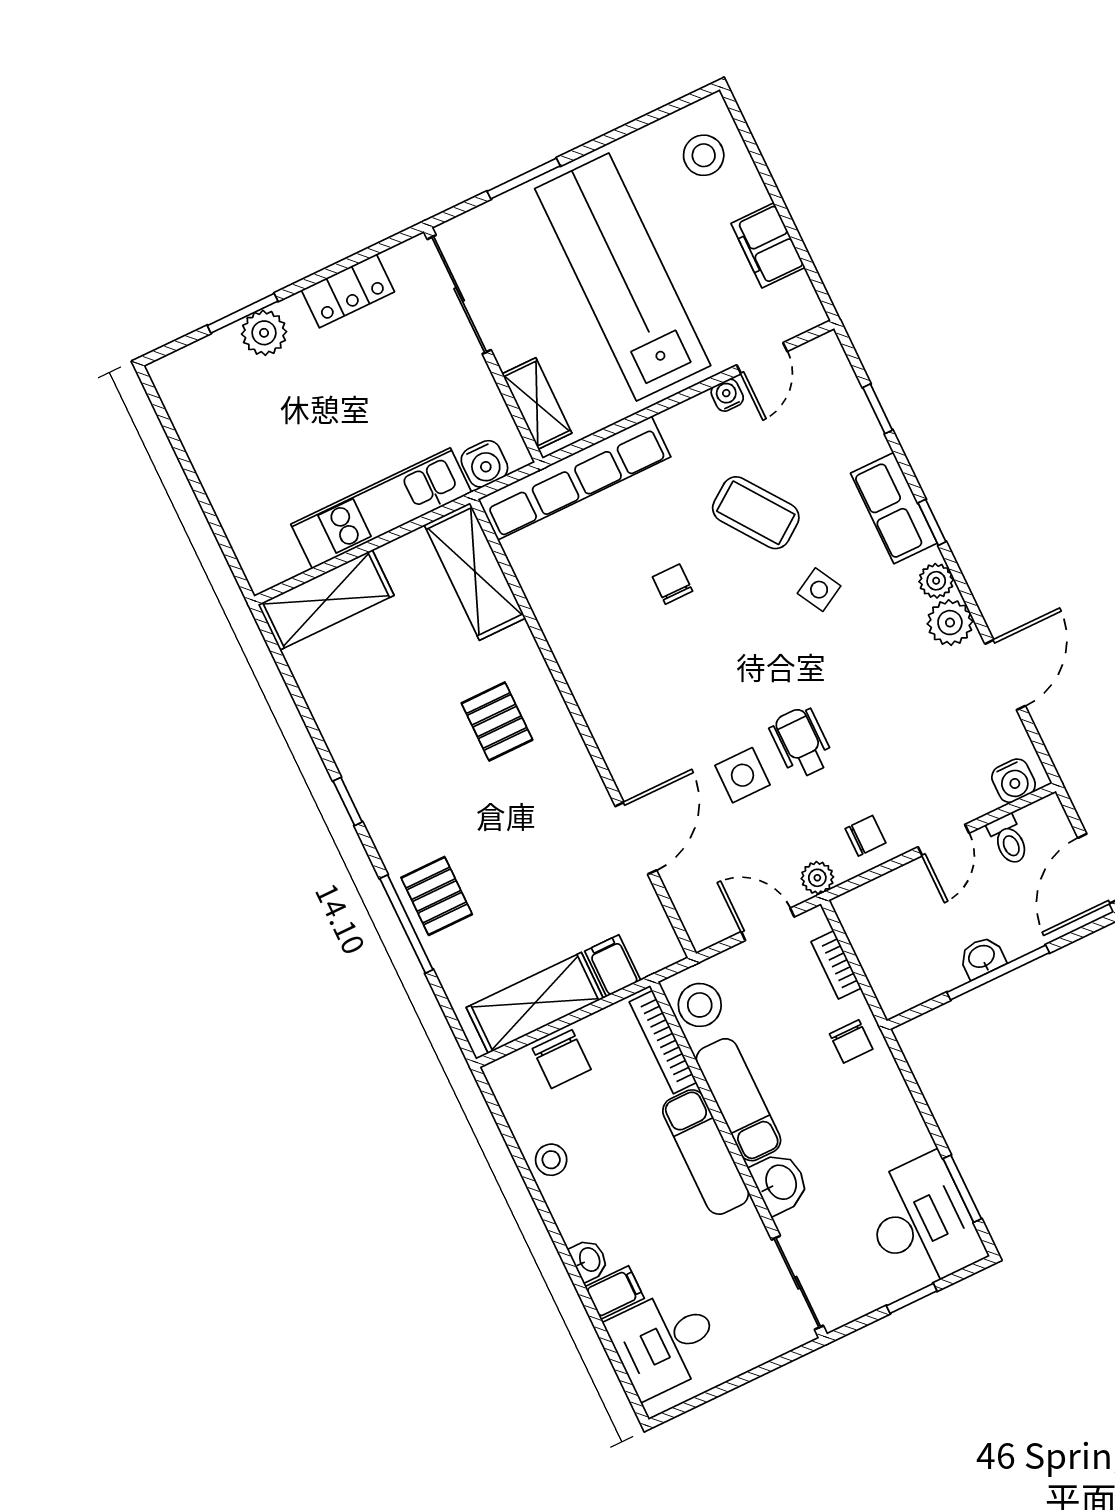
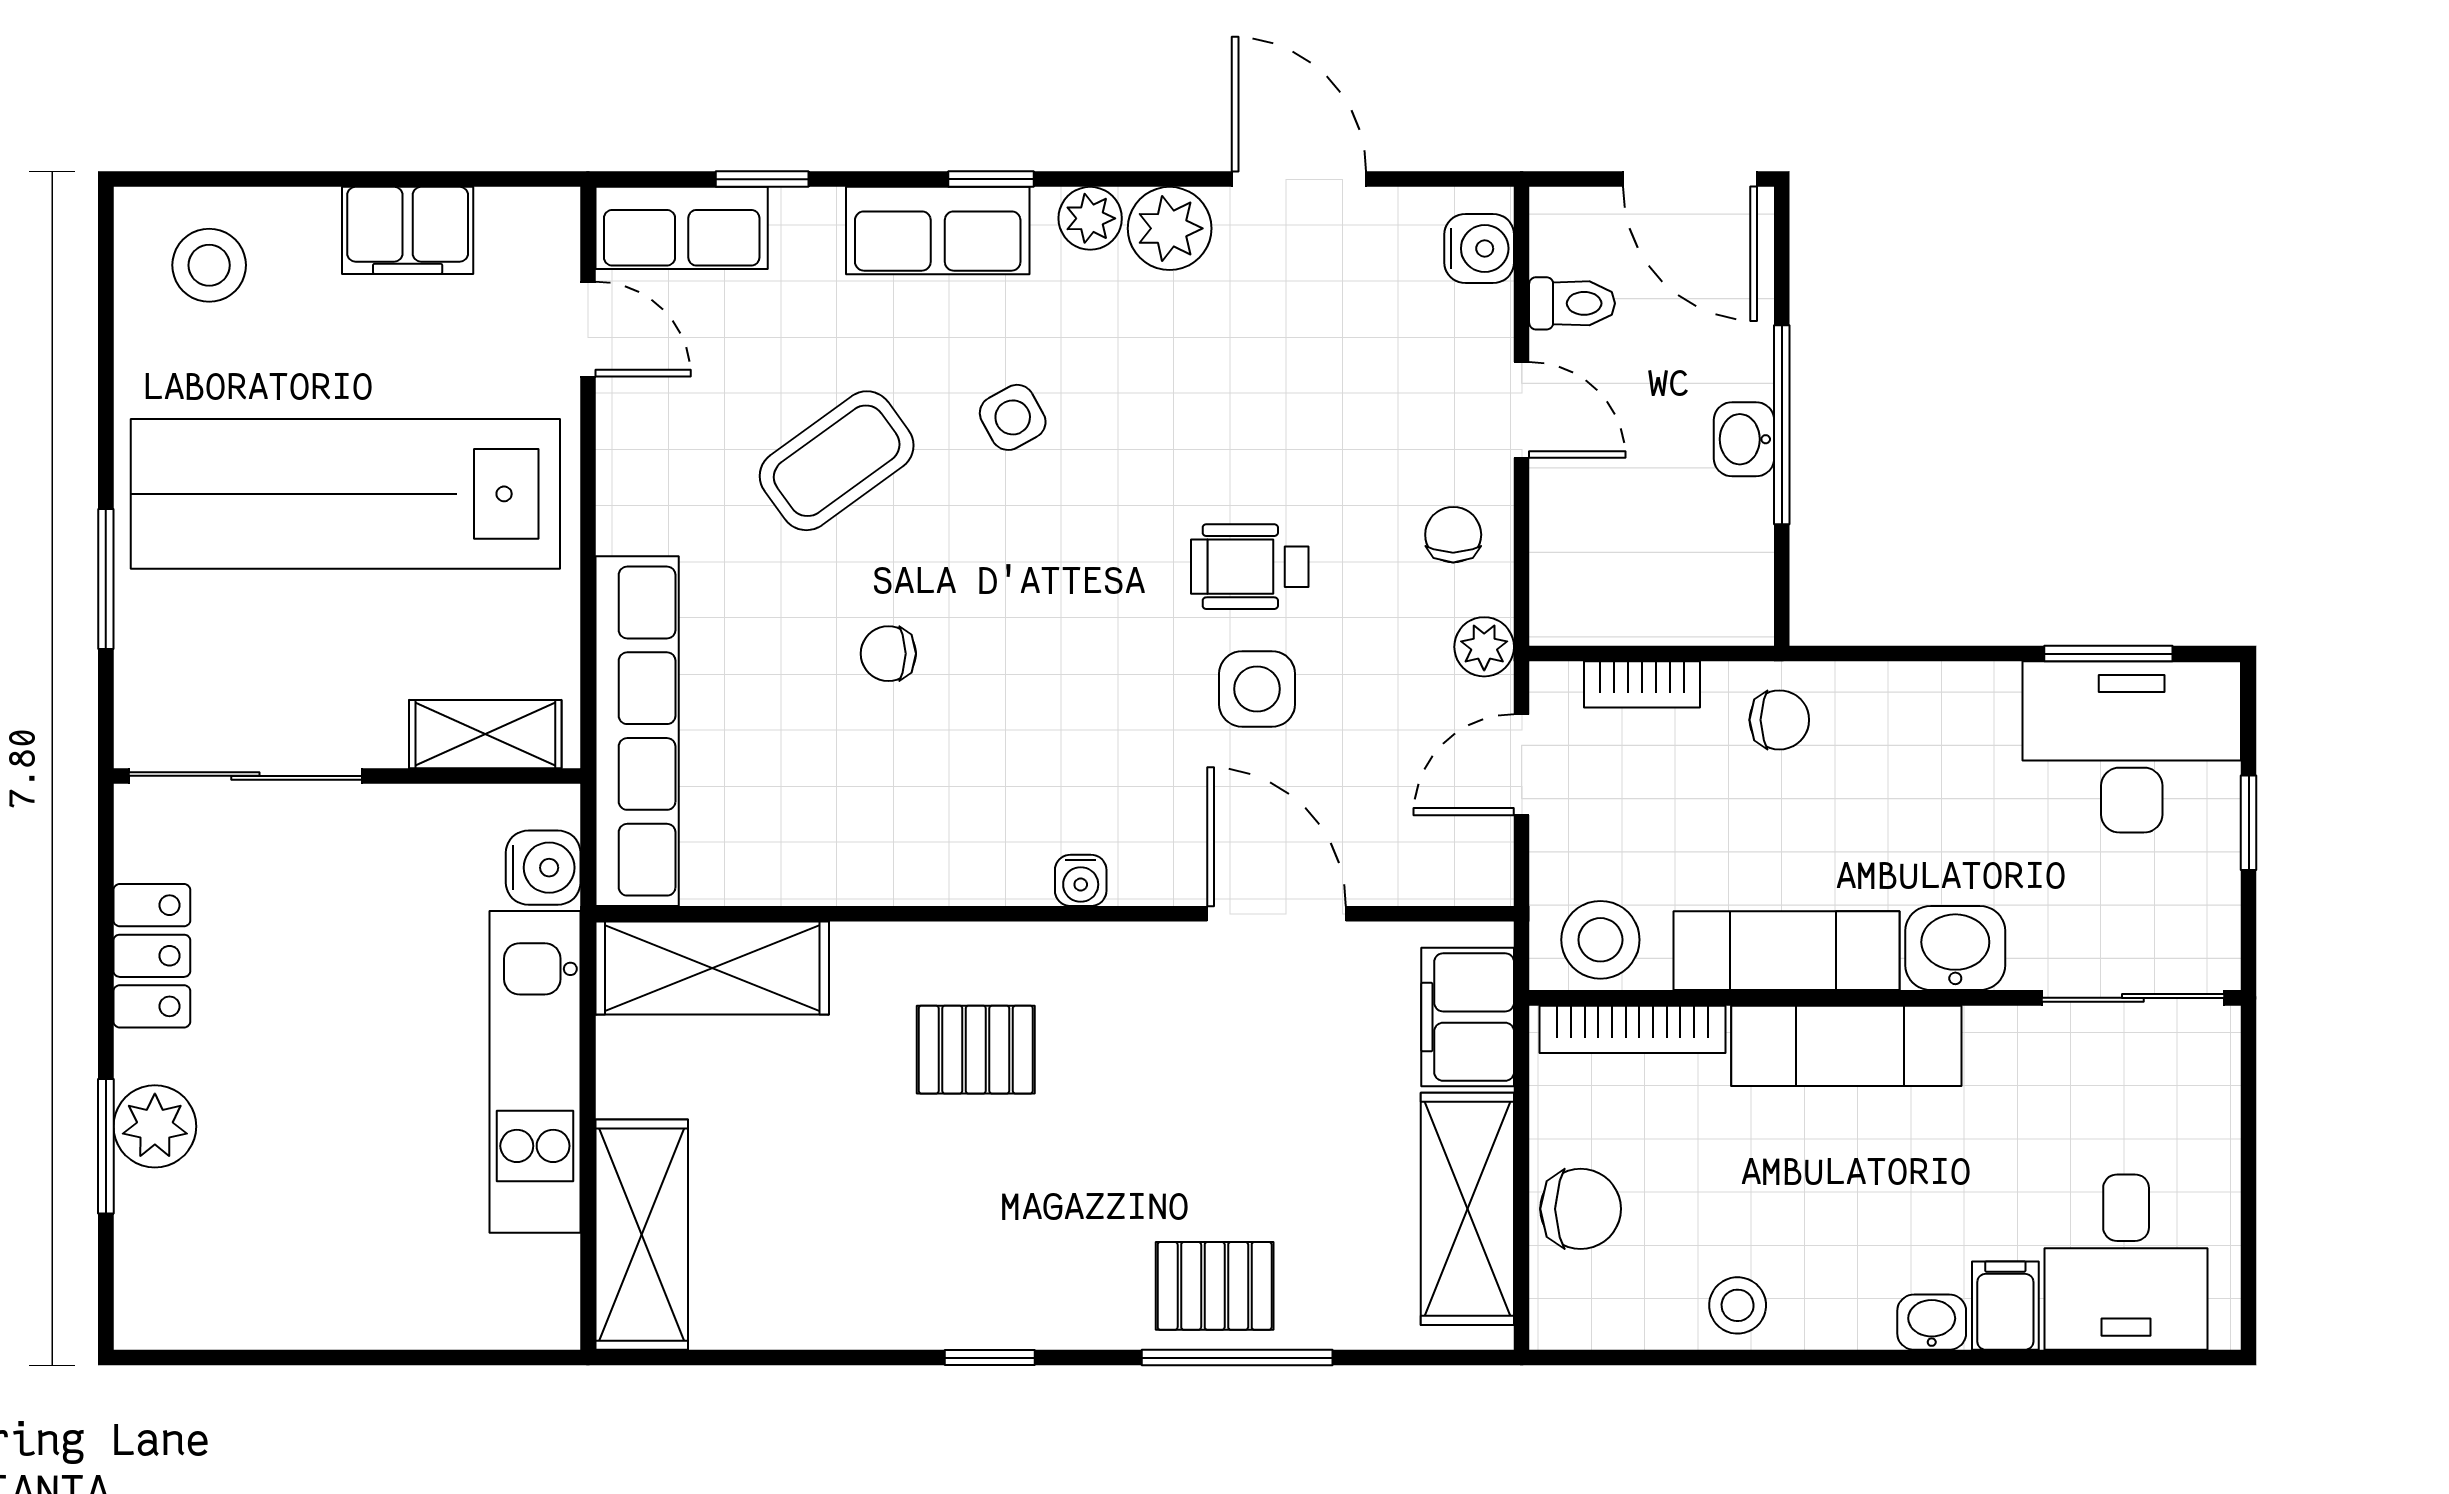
row of seats: (834, 381) -> (682, 228), added
water cooler: (727, 395) -> (1081, 880), moved, turned -90
filing cabinet: (613, 966) -> (1468, 1017), width x2.00

